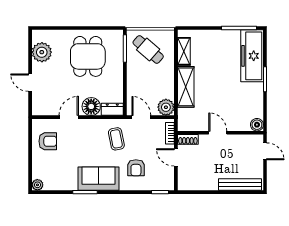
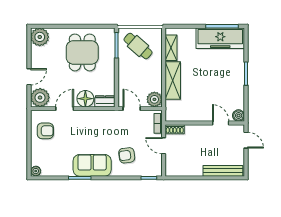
plant: (42, 52) -> (40, 37), moved
freezer: (252, 56) -> (220, 38), moved, turned -90
door: (30, 83) -> (29, 77), swing flipped
plant: (42, 105) -> (40, 98), added
door: (218, 133) -> (221, 123), moved
coffee table: (116, 139) -> (109, 129), removed
armchair: (136, 168) -> (127, 155), turned 83

